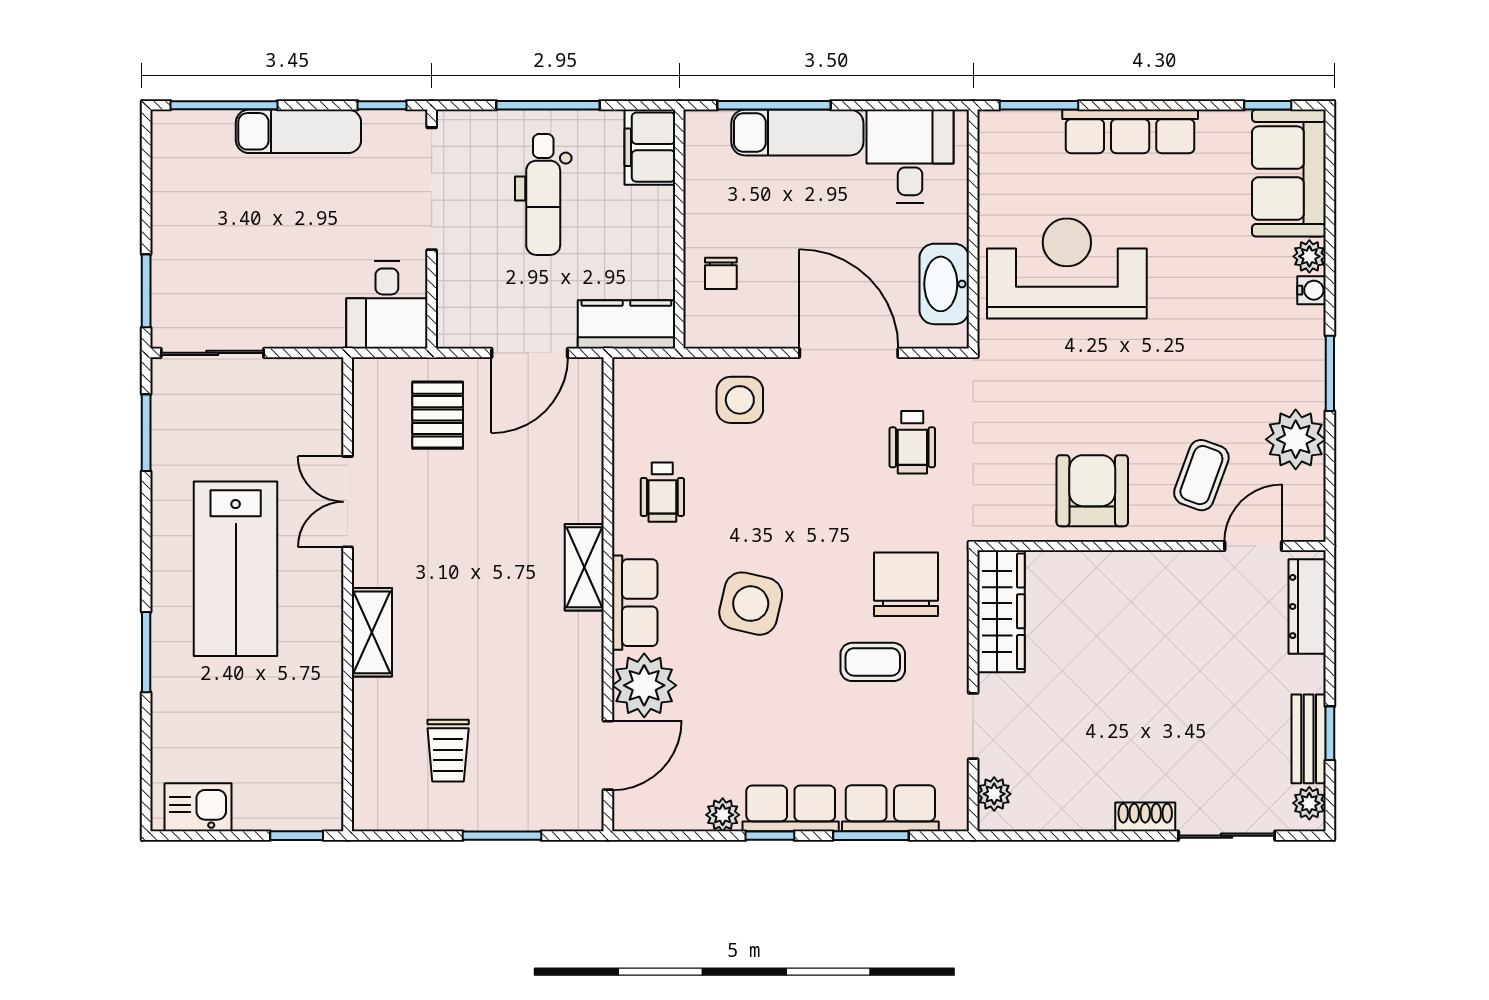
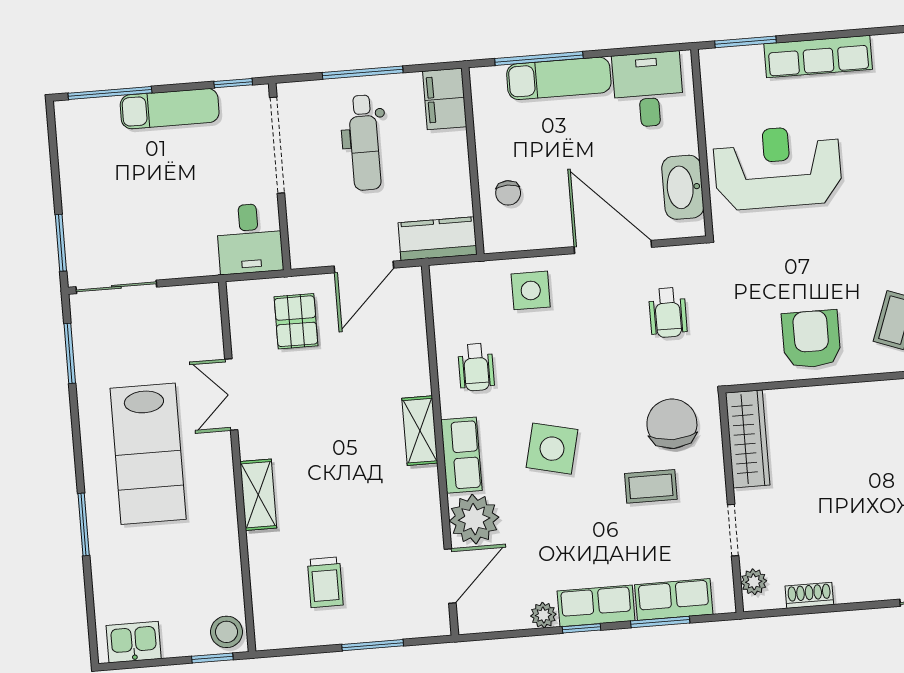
stool: (317, 804) -> (227, 632), added
shoe rack: (1145, 817) -> (809, 595), moved

